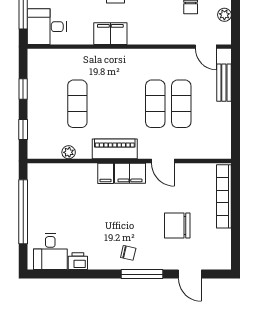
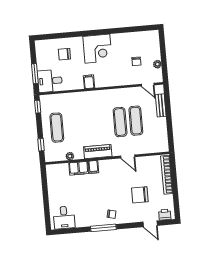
filing cabinet: (110, 34) -> (89, 82), width x0.50
window: (23, 89) -> (38, 107), moved
exercise mat: (77, 104) -> (57, 128), moved
filing cabinet: (130, 173) -> (79, 168), moved
window: (23, 212) -> (45, 195), removed
printer: (78, 261) -> (165, 215), moved
window: (142, 274) -> (103, 228), moved

